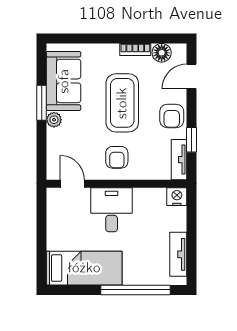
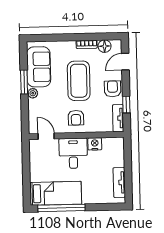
armchair: (172, 116) -> (112, 89), turned 180
nightstand: (177, 197) -> (95, 144), moved
window: (136, 290) -> (61, 208), moved

